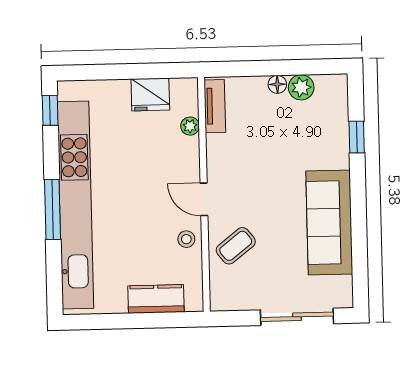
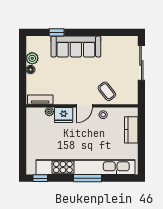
fridge: (150, 94) -> (64, 115), moved, turned 90
sofa: (329, 222) -> (76, 47), moved

